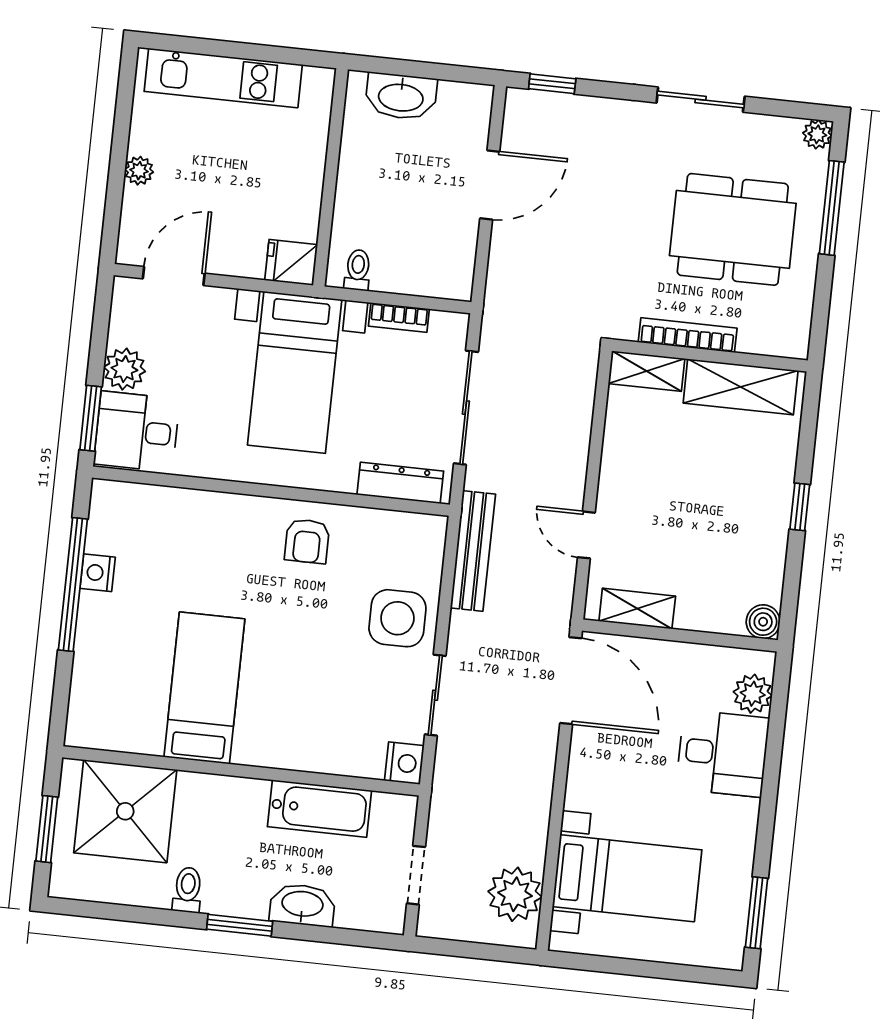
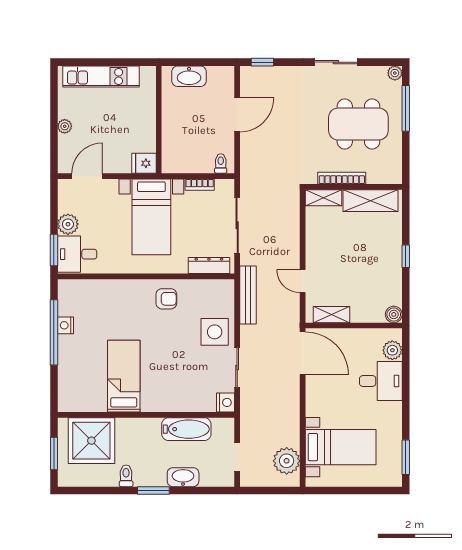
toilet: (358, 270) -> (221, 163), moved
armchair: (307, 541) -> (166, 299), turned -90

